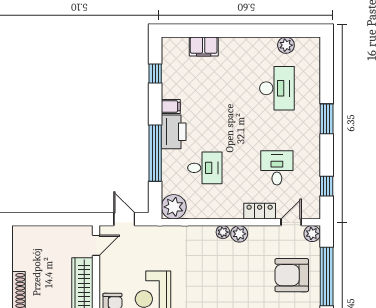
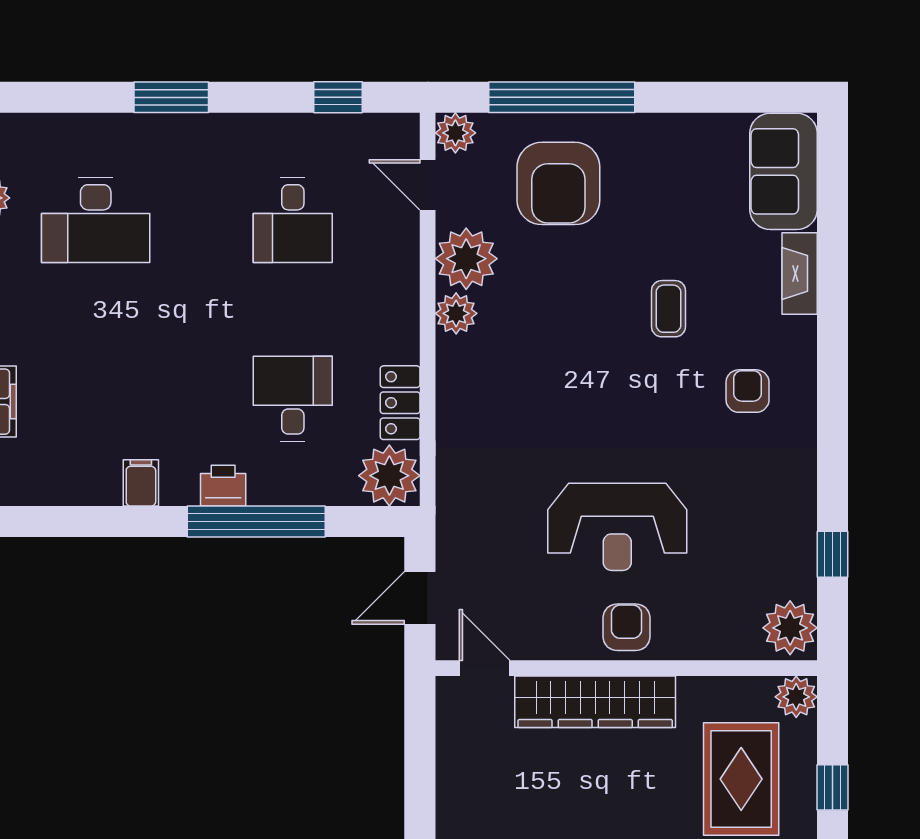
window: (155, 73) -> (59, 522), removed
desk: (277, 88) -> (96, 220), turned 180
printer: (174, 132) -> (223, 486), width x0.53, depth x0.68
desk: (277, 168) -> (293, 220), turned -90
locker: (260, 211) -> (400, 403), moved
plant: (223, 232) -> (466, 259), moved, width x1.88, depth x1.88

